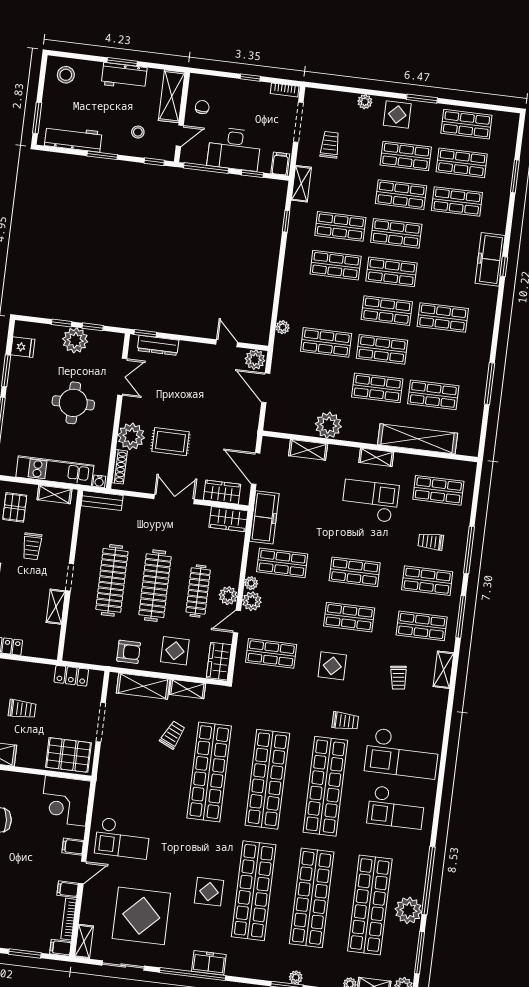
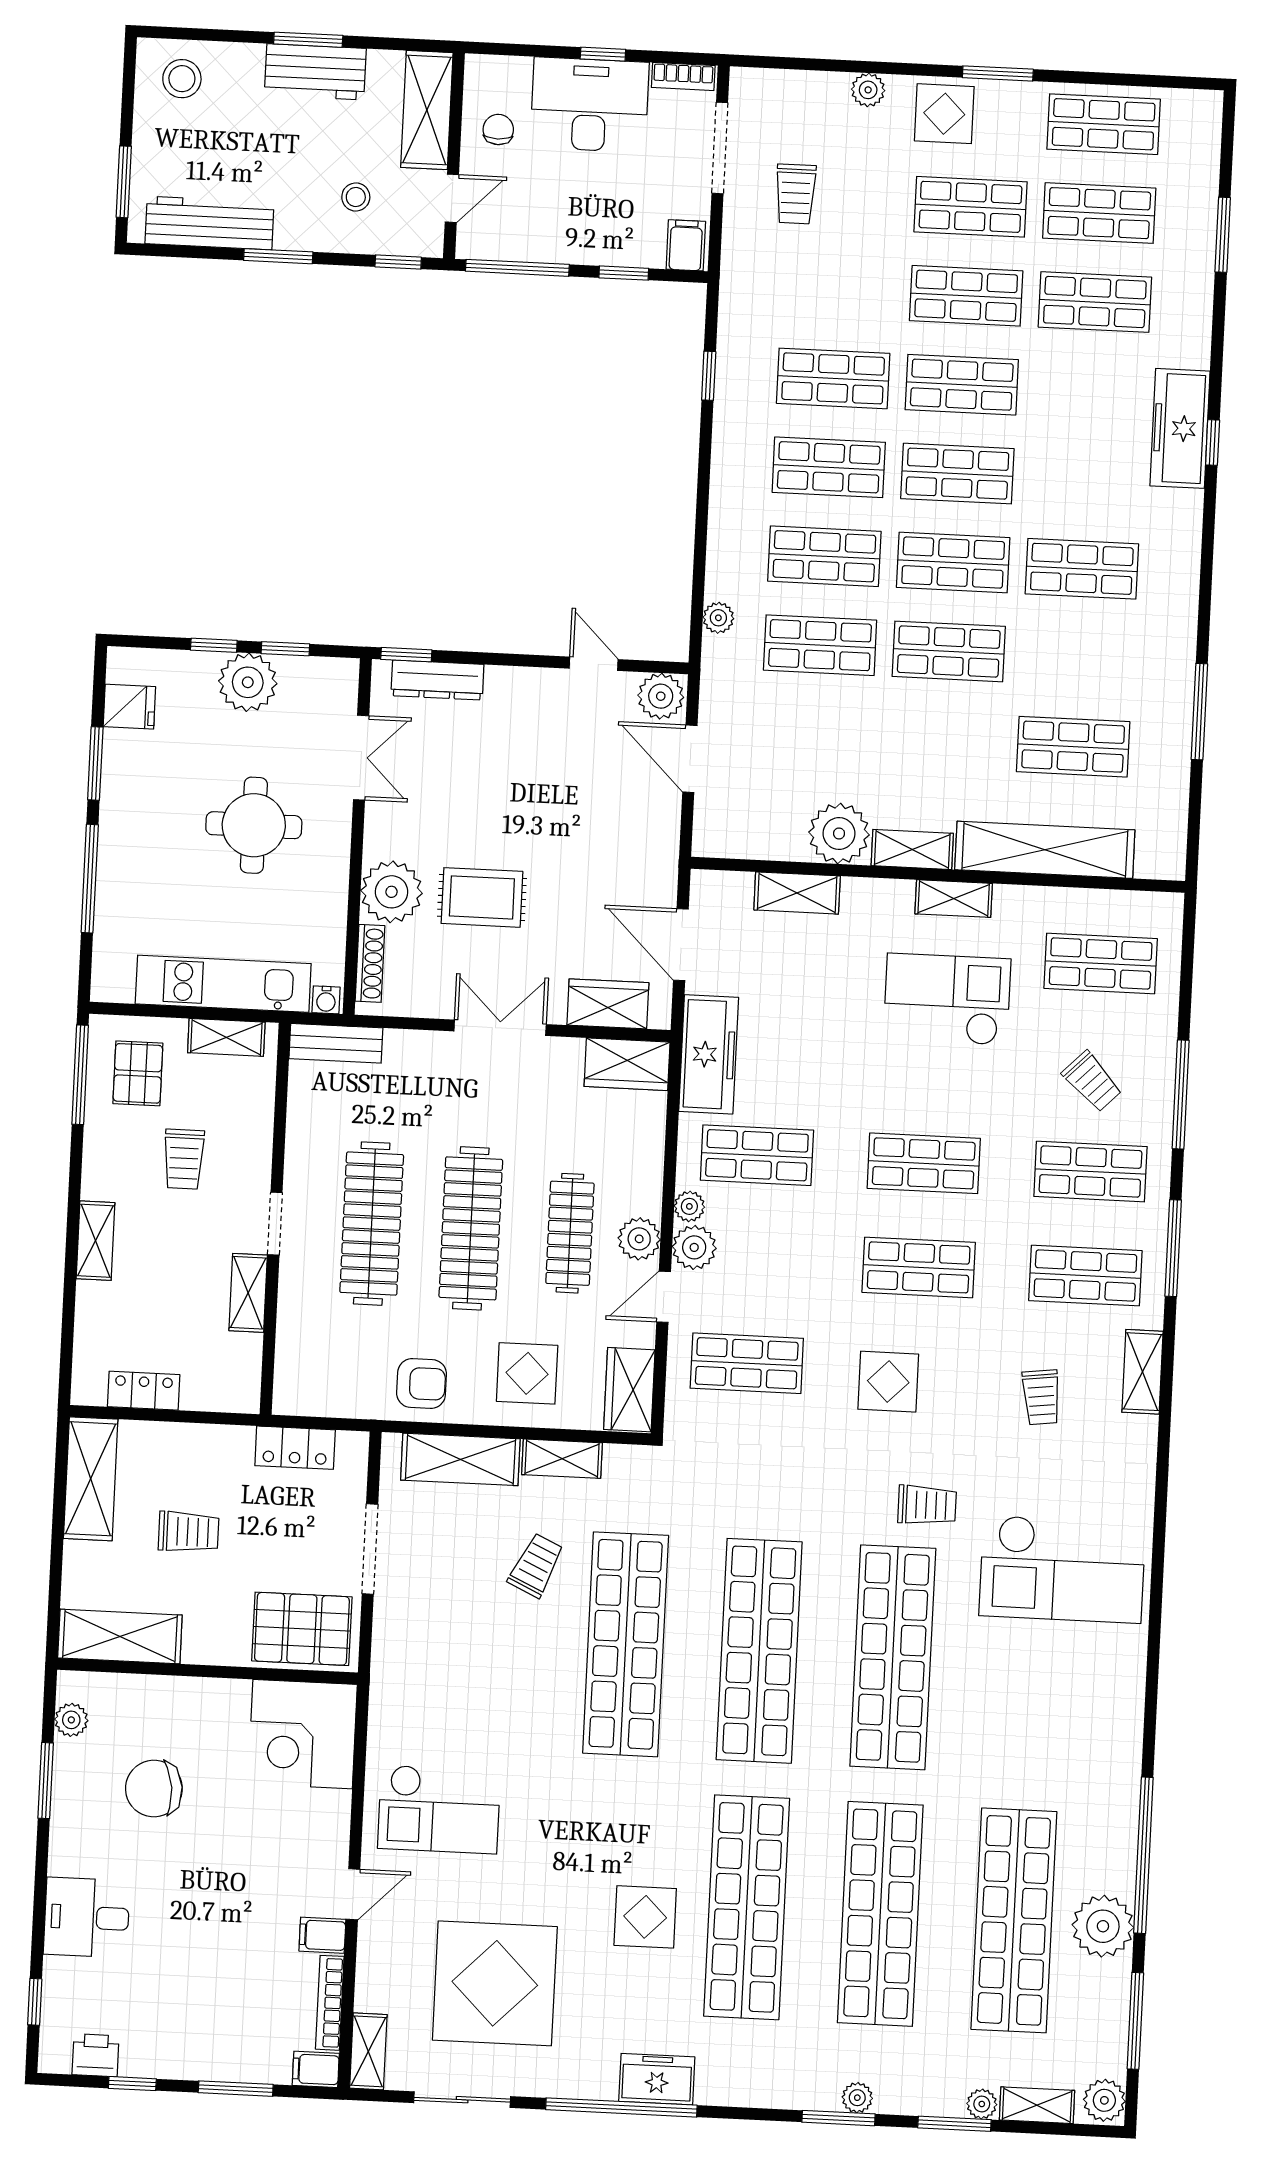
trolley: (330, 145) -> (796, 194), turned 180
desk: (234, 149) -> (590, 105), moved, turned 180
shelving: (301, 184) -> (912, 849), moved, turned 90
shop shelf: (377, 388) -> (824, 556), moved
trolley: (431, 541) -> (1092, 1081), turned -135
checkout: (396, 807) -> (1058, 1693), removed
filing cabinet: (73, 847) -> (327, 1837), removed

